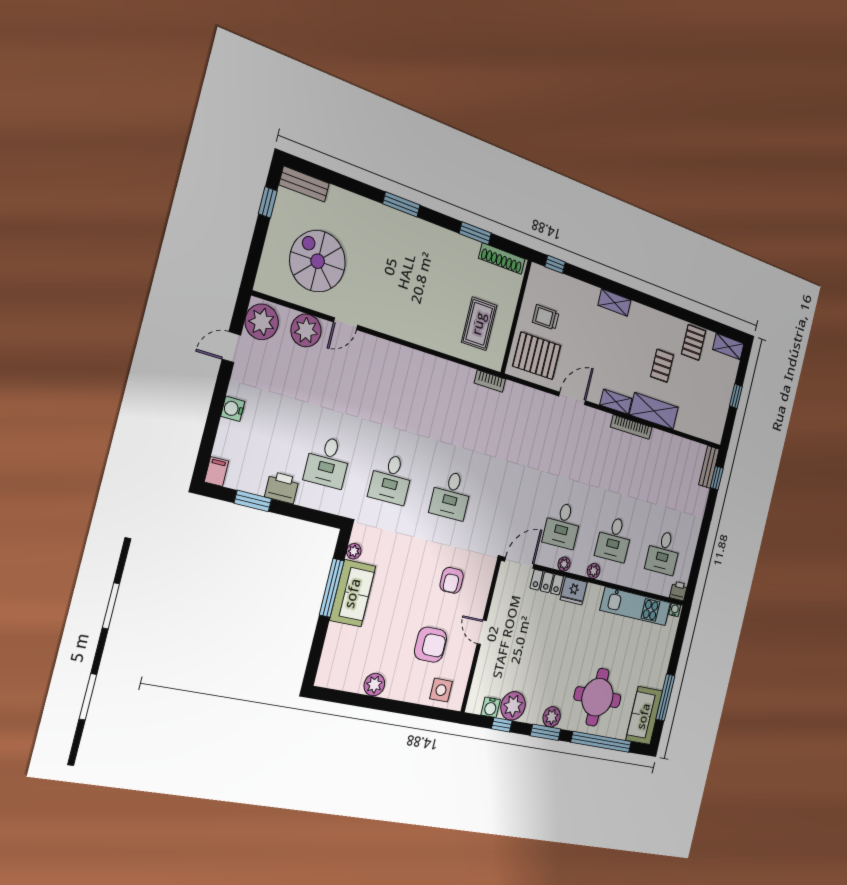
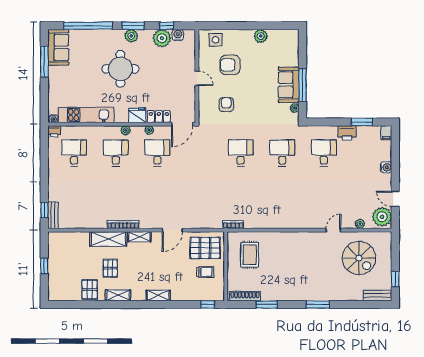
plant: (306, 330) -> (360, 224), width x0.53, depth x0.53
door: (231, 347) -> (395, 199), swing flipped
shelving: (728, 347) -> (118, 295), moved
round table: (597, 697) -> (120, 69), moved

